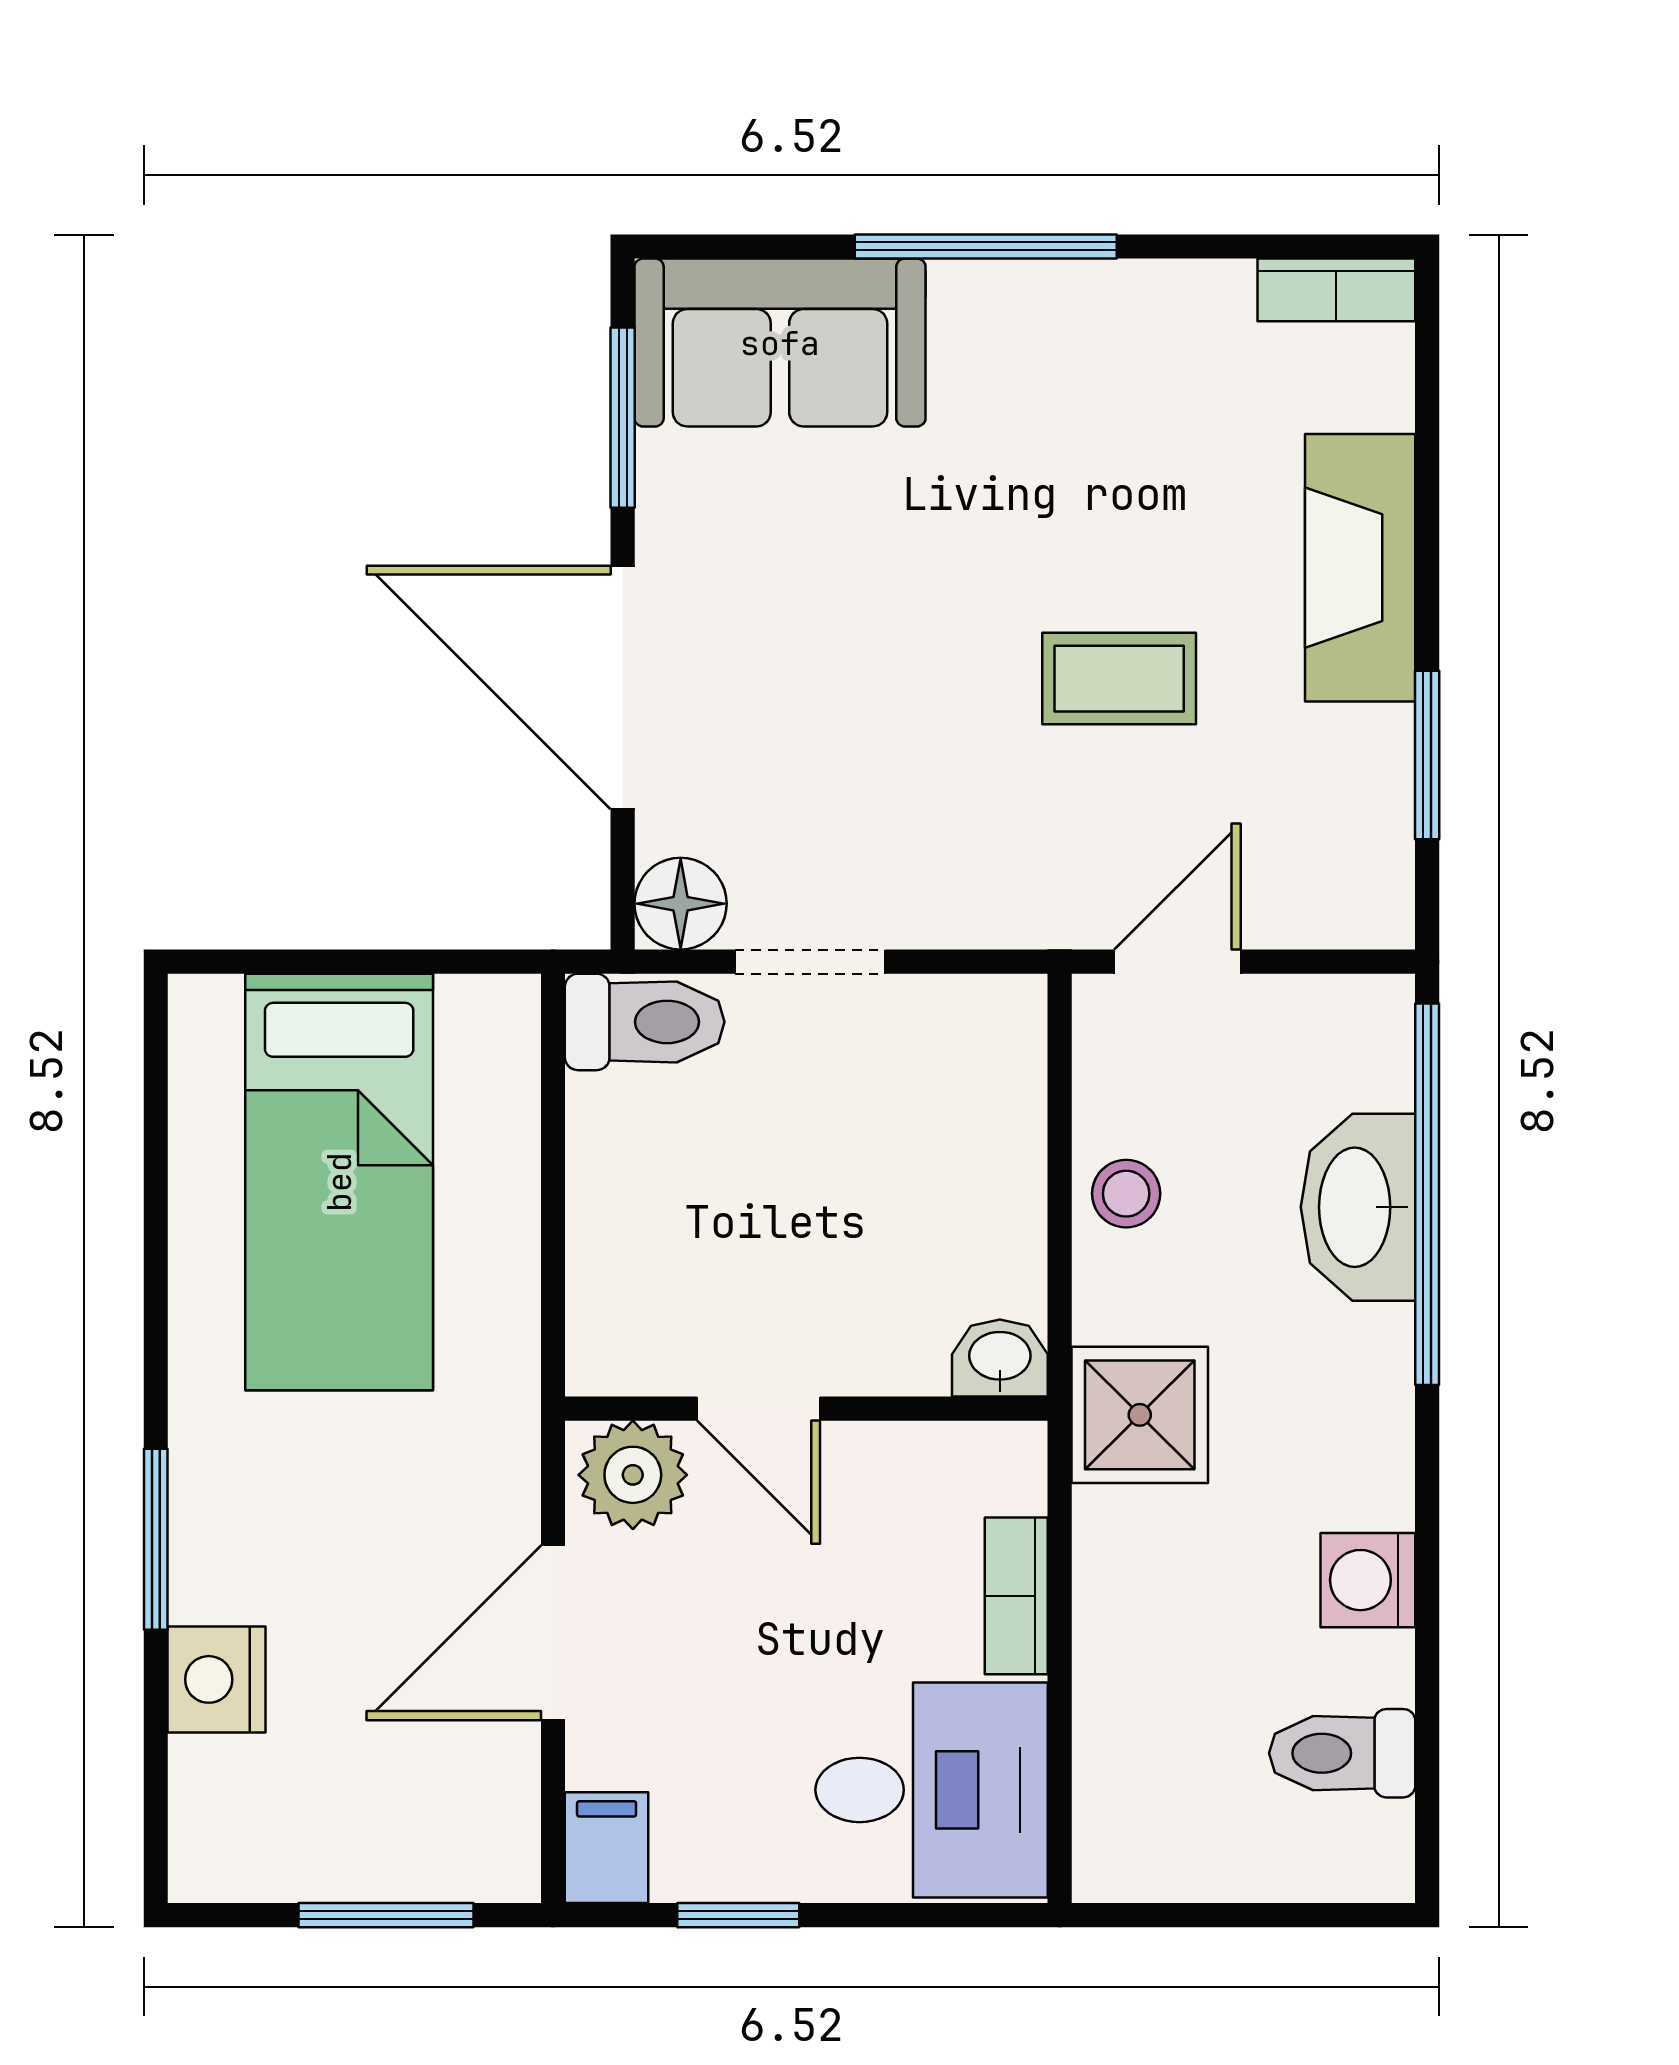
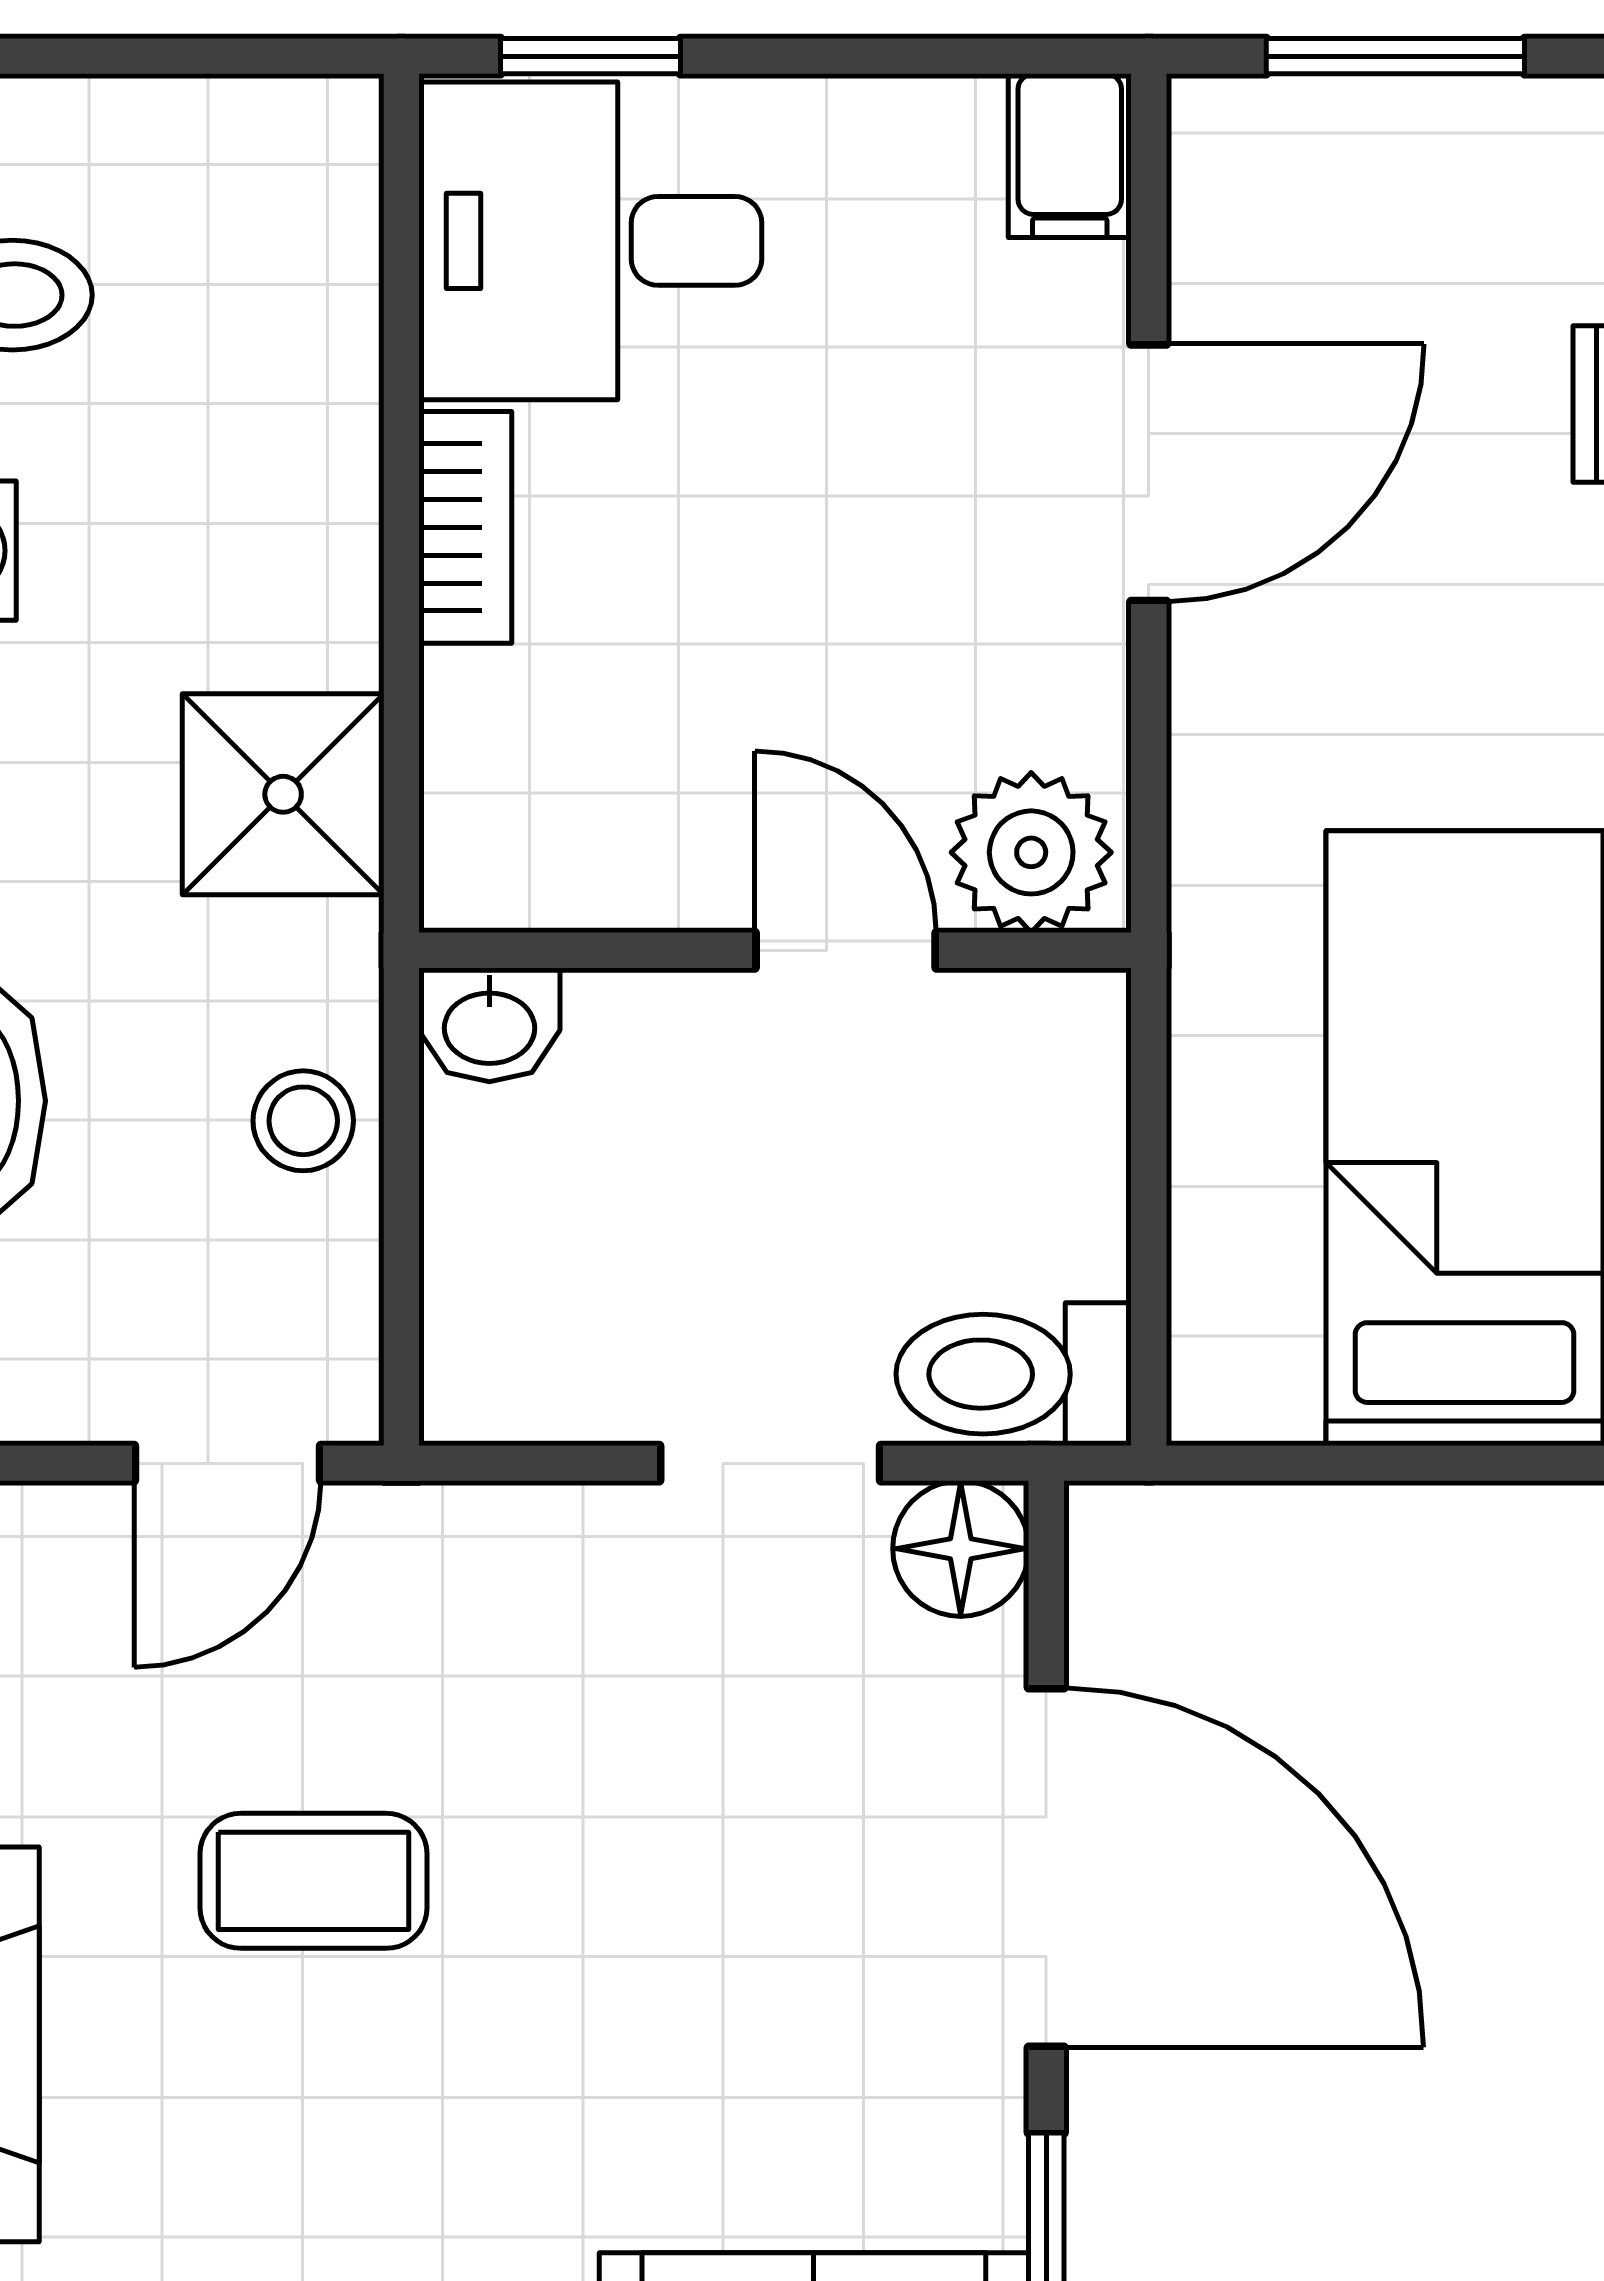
washbasin: (1000, 1358) -> (489, 1025), moved
door: (759, 1409) -> (846, 950), moved
wall: (806, 1409) -> (775, 950), moved
plant: (633, 1475) -> (1031, 852), moved
window: (738, 1915) -> (591, 56), moved

